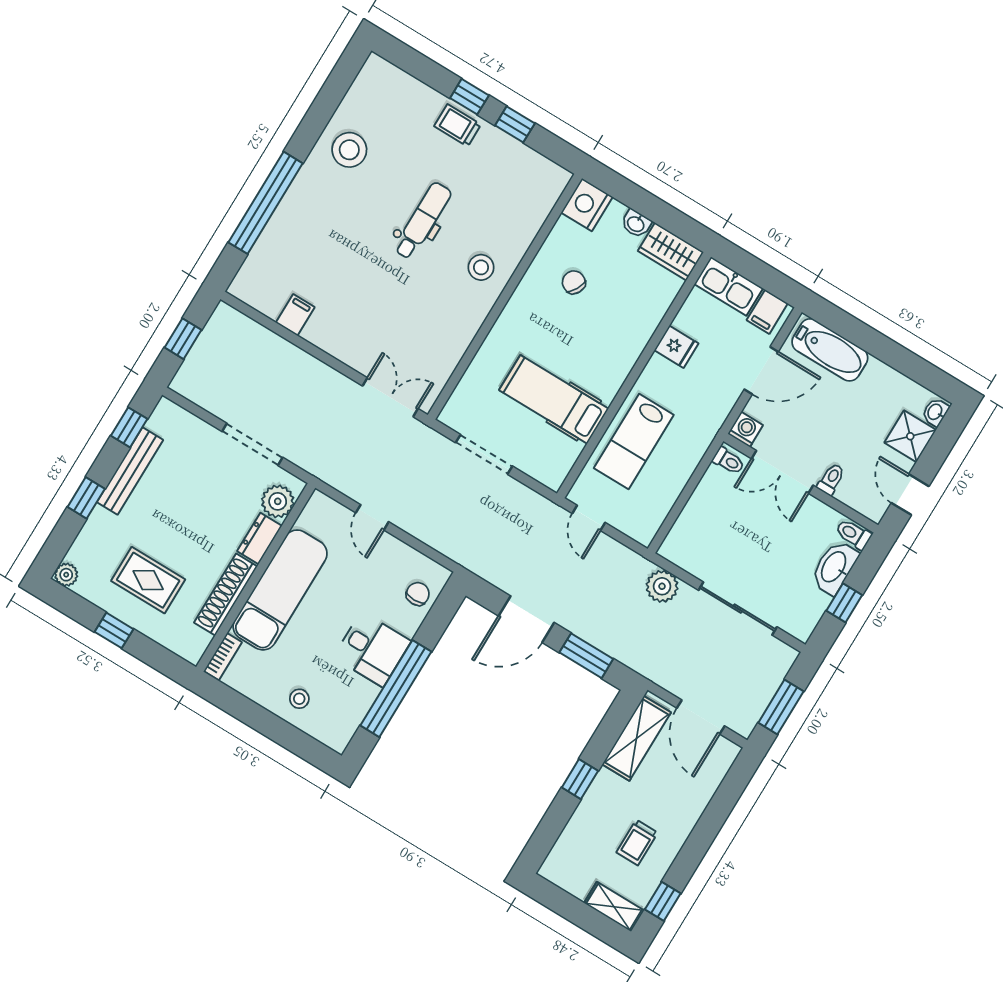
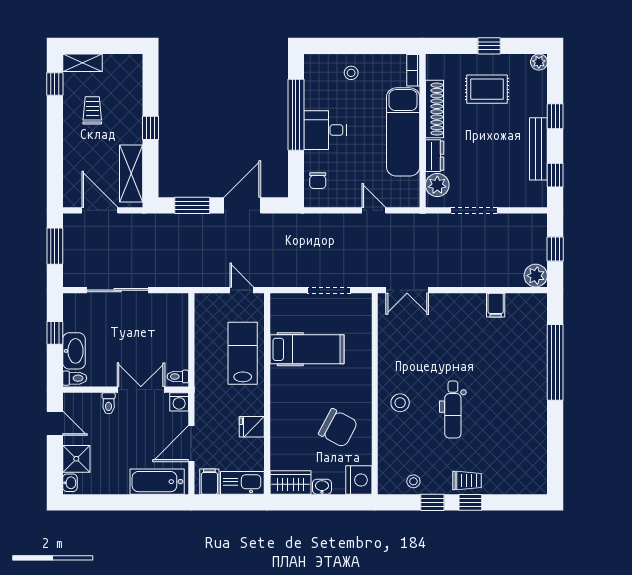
stool: (349, 150) -> (413, 481), moved, width x0.53, depth x0.53
chair: (574, 282) -> (338, 428), width x1.87, depth x1.87
plant: (662, 586) -> (536, 276), moved

